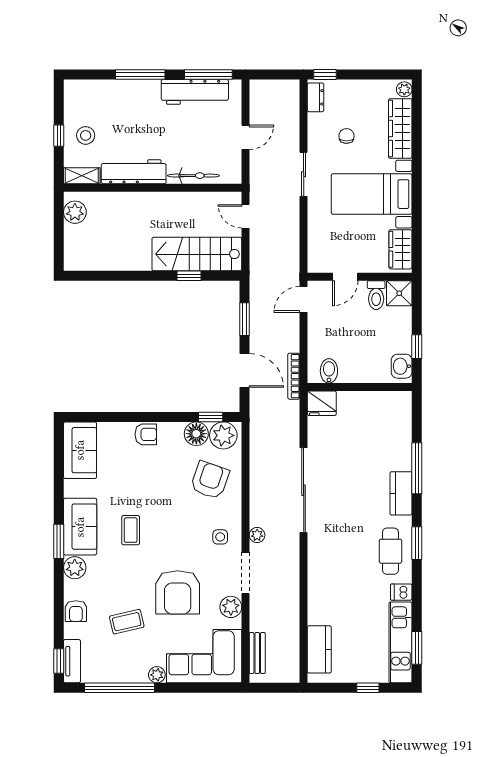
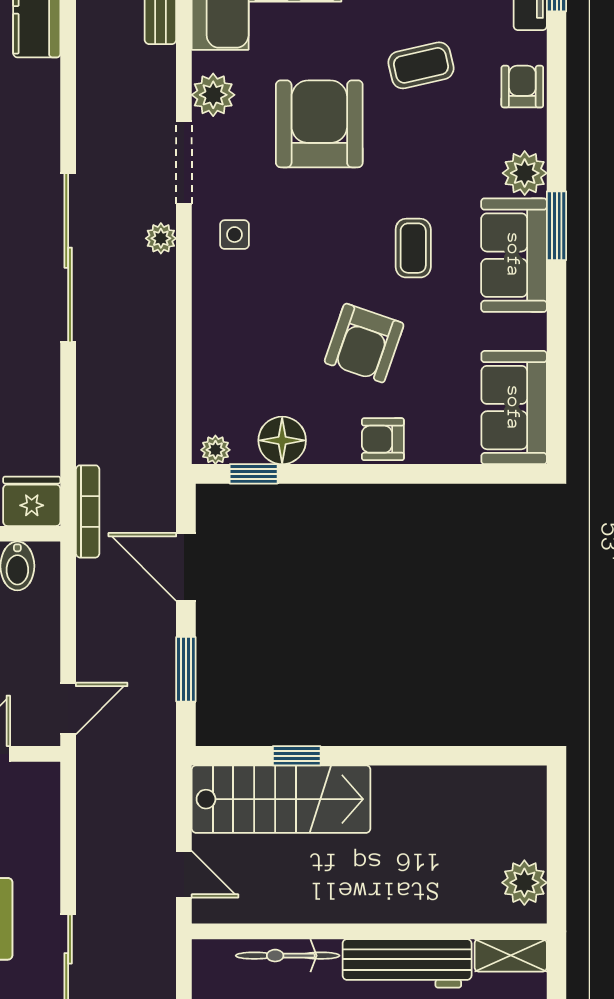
bookcase: (294, 376) -> (88, 511), moved
plant: (223, 435) -> (215, 450), width x0.53, depth x0.53
armchair: (210, 480) -> (364, 343), moved
sliding door: (304, 490) -> (68, 258), moved

